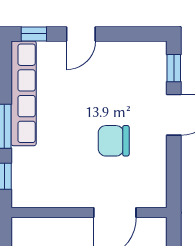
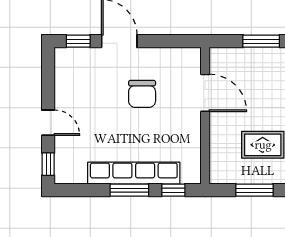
row of seats: (24, 93) -> (134, 173), moved

